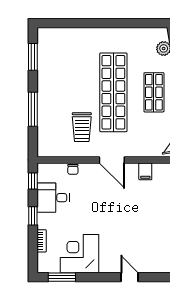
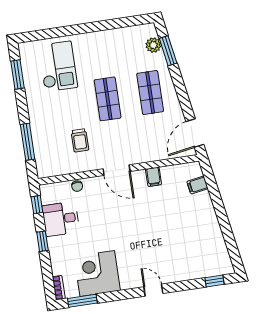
checkout: (72, 55) -> (58, 66), added
shop shelf: (113, 92) -> (108, 99), width x0.50, depth x0.74
window: (33, 109) -> (28, 142), moved
trolley: (82, 127) -> (80, 140), width x0.73, depth x0.72
bookcase: (42, 241) -> (59, 288), moved

